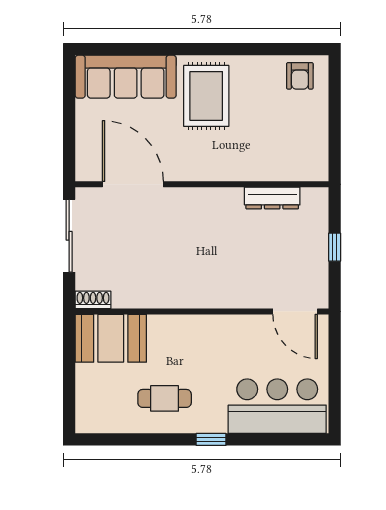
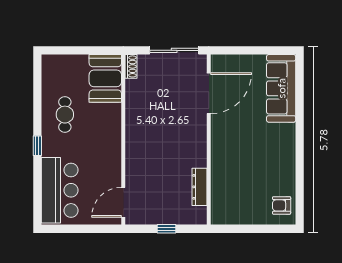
rug: (206, 96) -> (268, 143), removed

